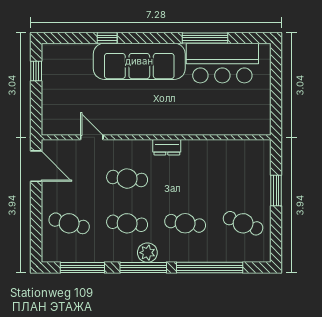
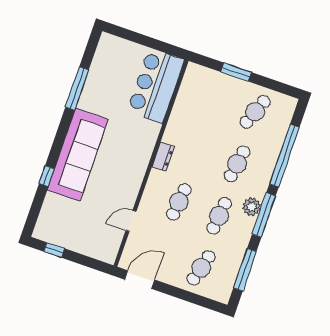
bar counter: (222, 63) -> (156, 86), moved, turned 180

